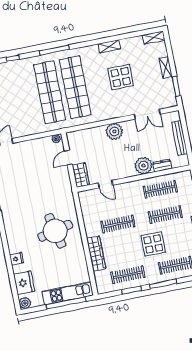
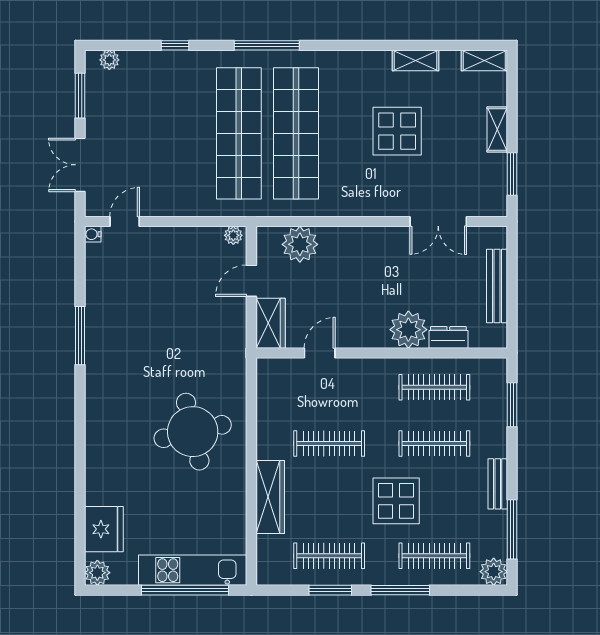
shelving: (109, 46) -> (415, 61), moved
plant: (114, 131) -> (300, 244), moved
door: (106, 184) -> (320, 353), swing flipped
fridge: (17, 259) -> (98, 475), removed

